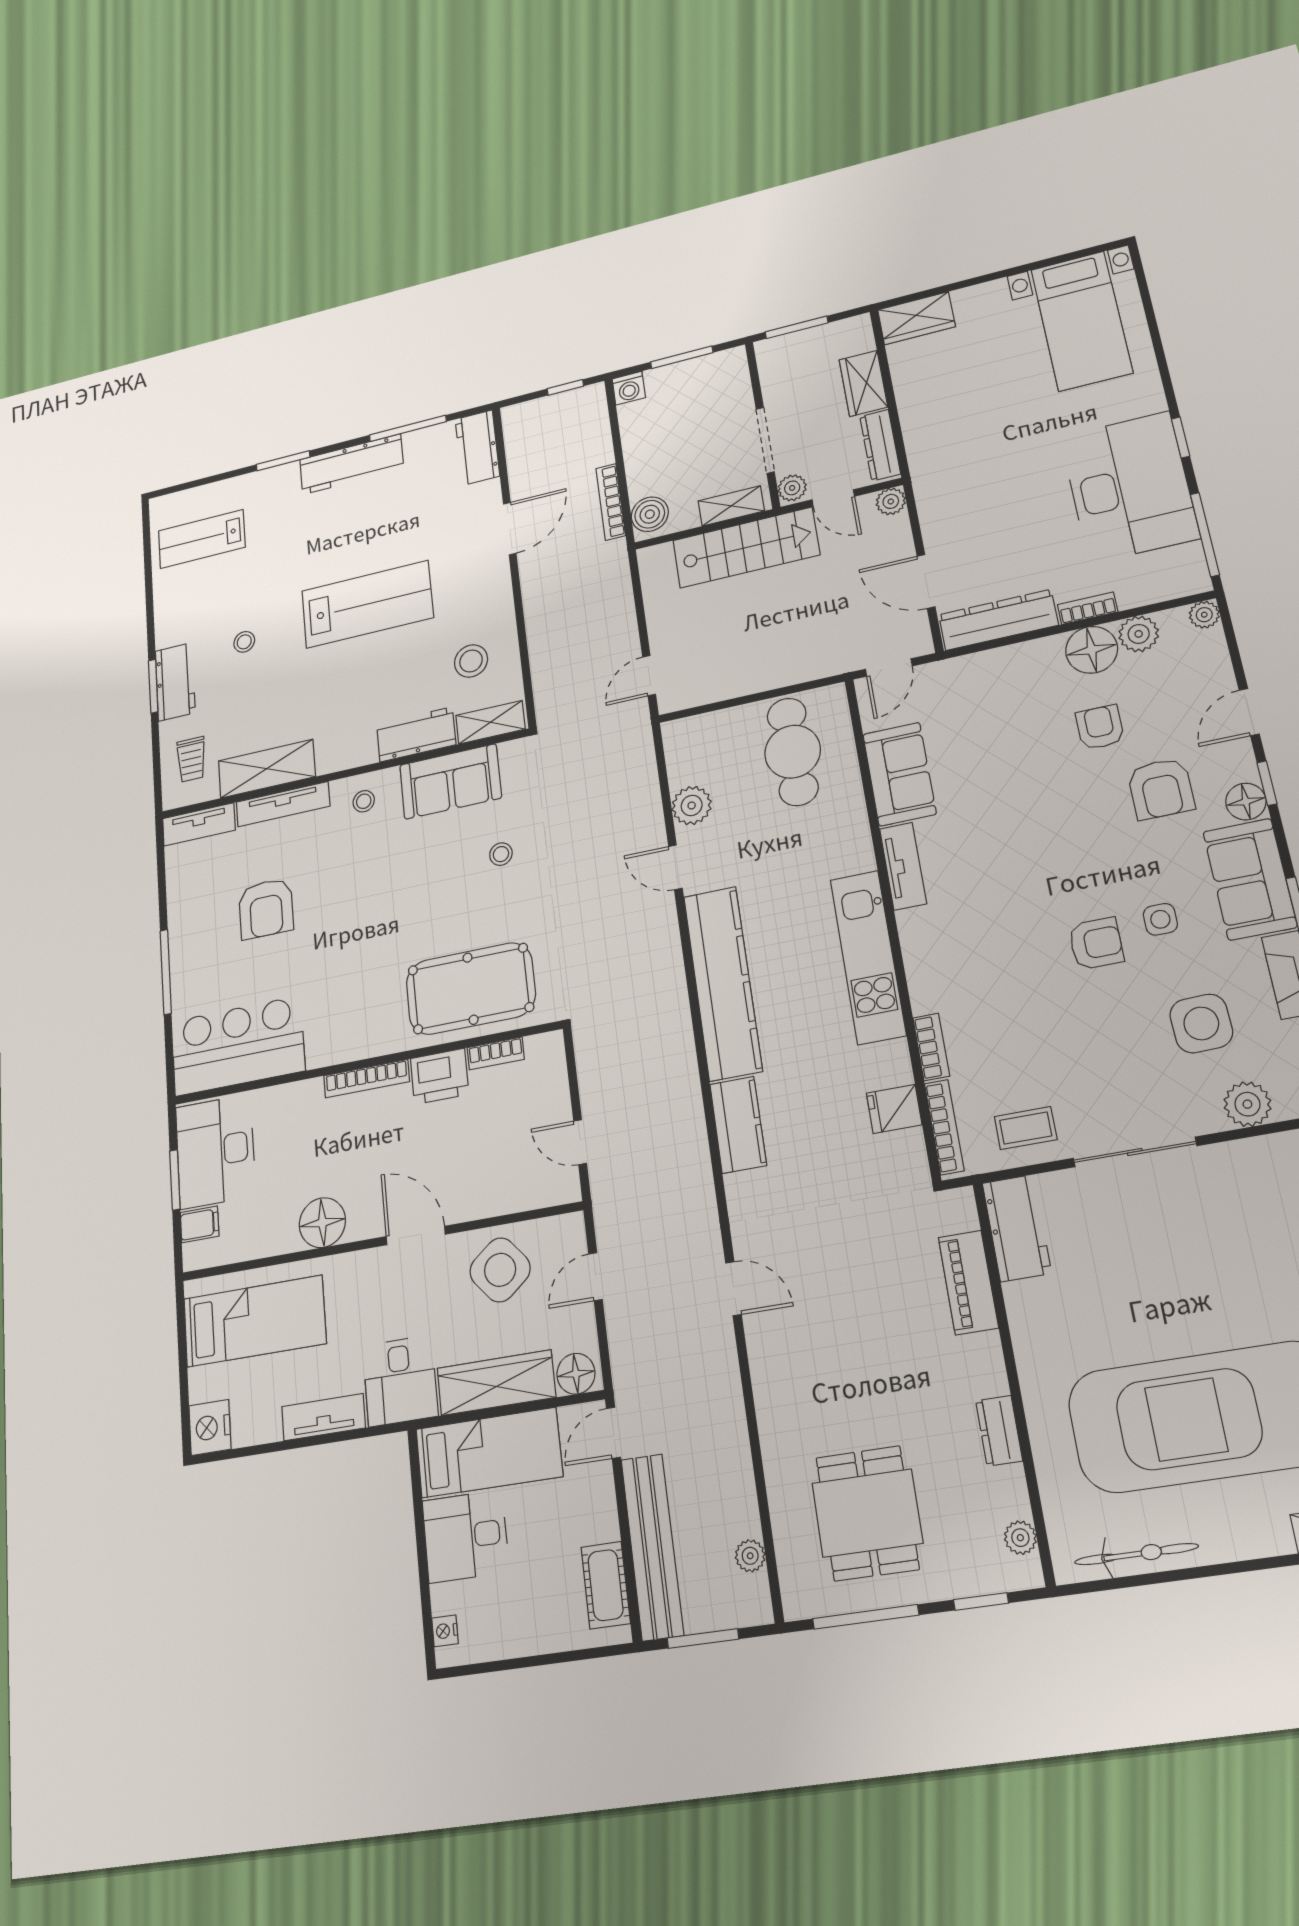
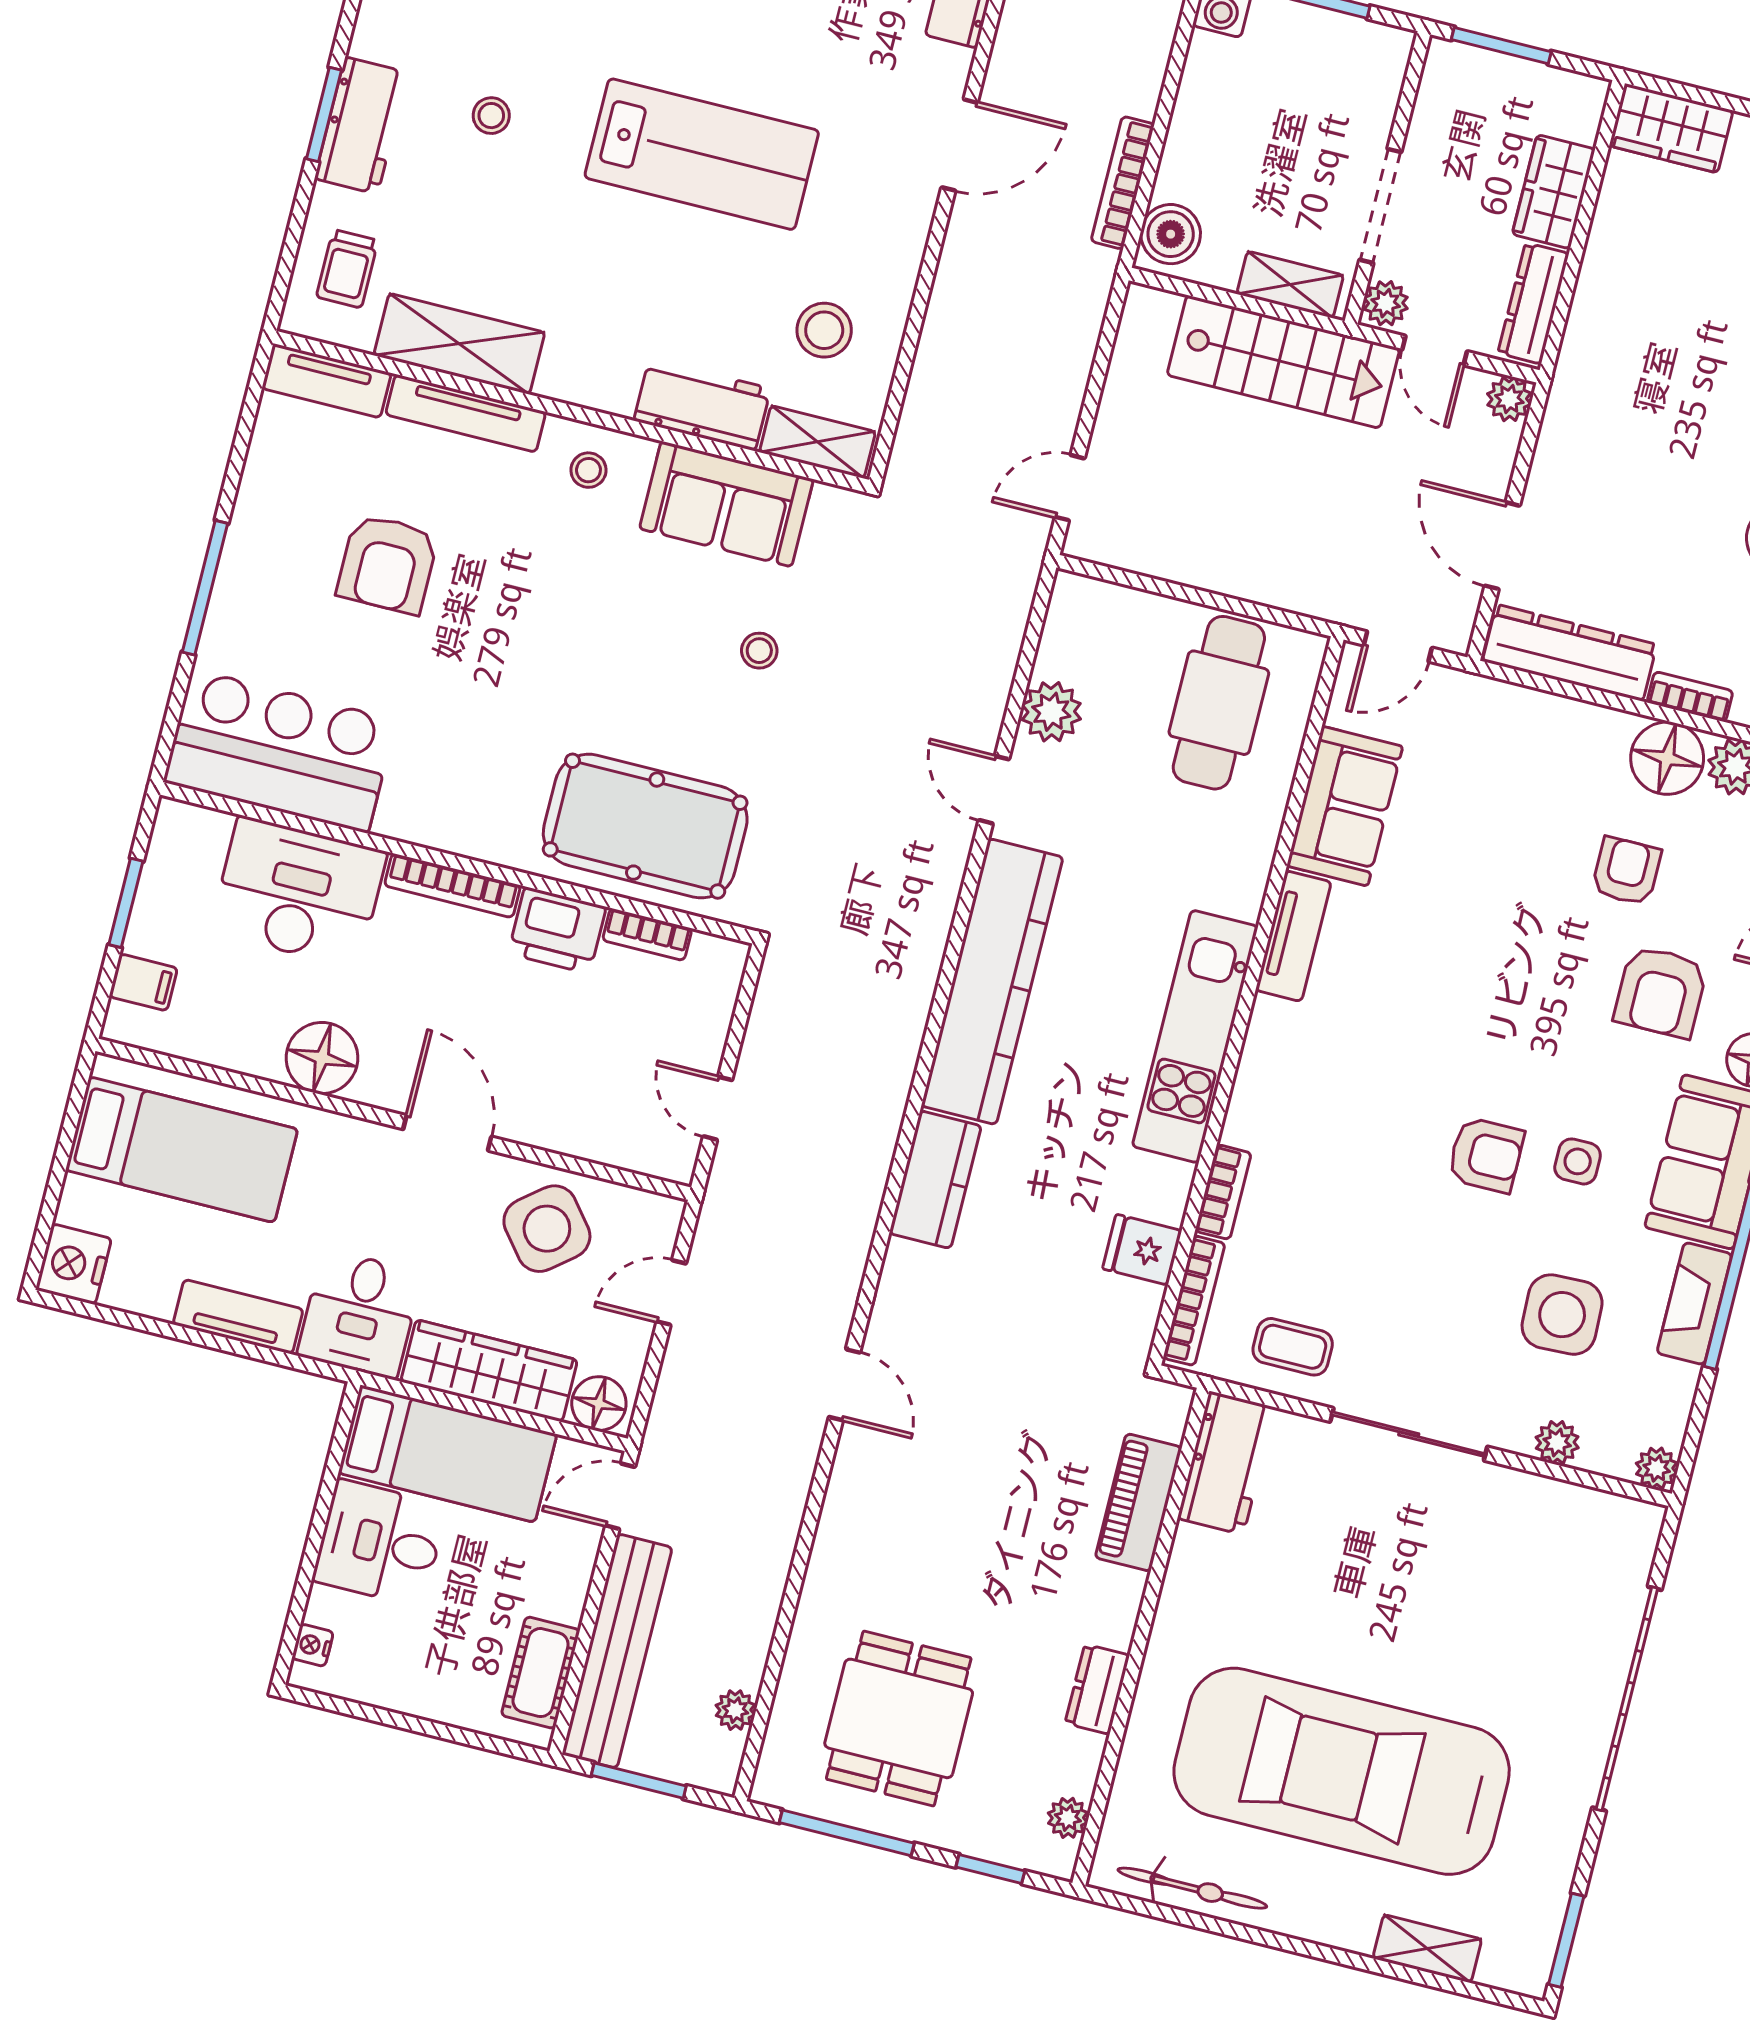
plant: (1247, 1104) -> (1557, 1442), width x0.73, depth x0.73
desk: (215, 1151) -> (298, 892), moved, turned 90

